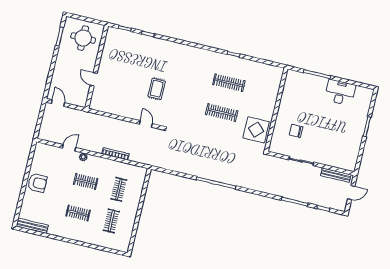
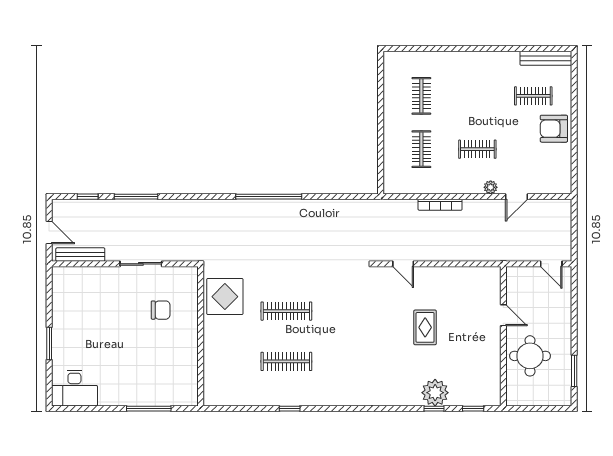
round table: (83, 38) -> (530, 356), moved
plant: (145, 43) -> (435, 393), added
rug: (157, 89) -> (425, 327), moved
desk: (340, 92) -> (74, 388), moved
door: (351, 193) -> (49, 232), swing flipped
clothes rail: (78, 213) -> (533, 96), moved

